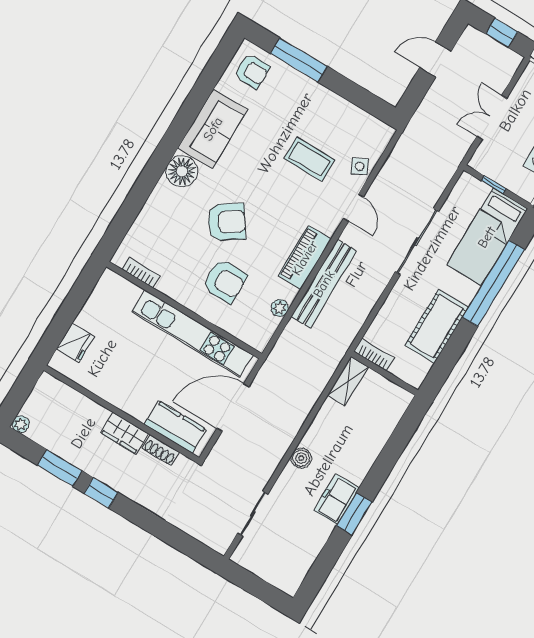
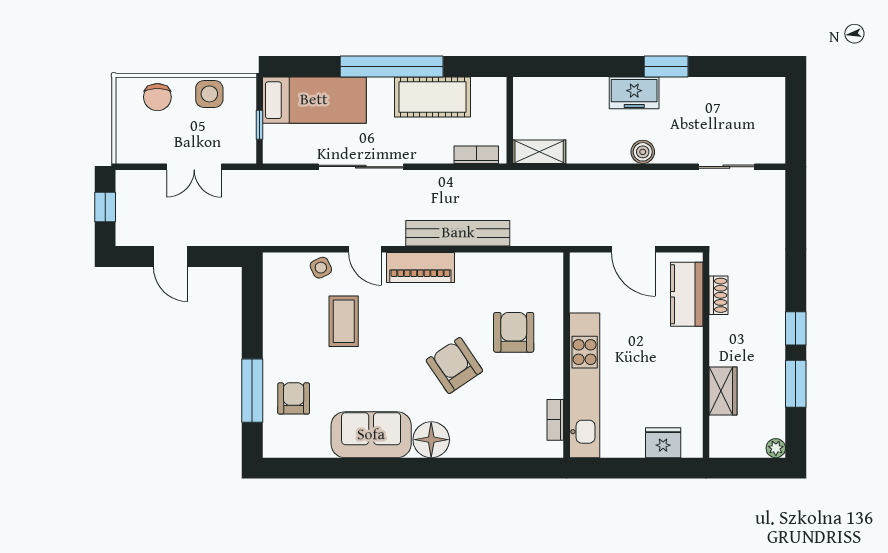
armchair: (252, 71) -> (294, 398), moved
door: (353, 208) -> (365, 249), swing flipped
piano: (305, 258) -> (420, 267), moved
window: (493, 283) -> (392, 67), moved
plant: (280, 308) -> (508, 262), removed
kitchen unit: (192, 333) -> (585, 385), moved
bookcase: (374, 355) -> (476, 155), moved, turned 90
door: (233, 407) -> (633, 249), width x0.73
wardrobe: (124, 433) -> (723, 391), moved
freezer: (336, 499) -> (634, 93), moved

